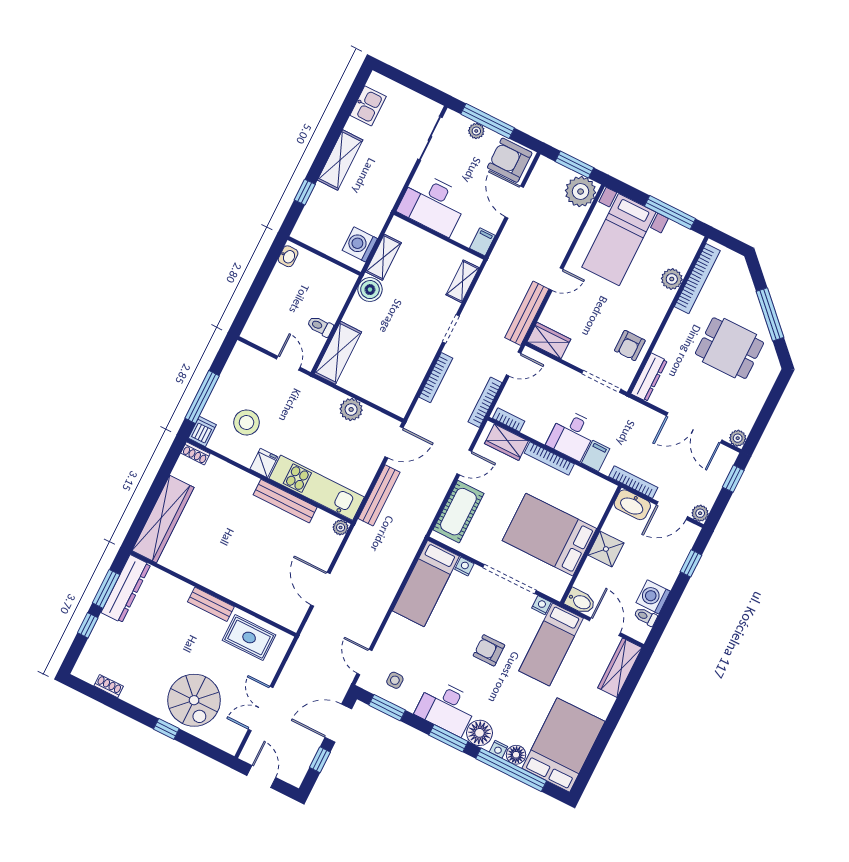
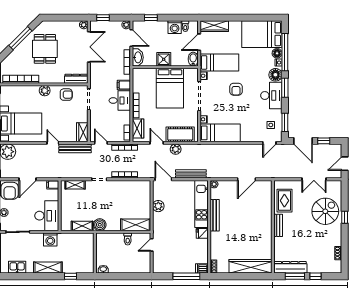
washing machine: (360, 244) -> (50, 240), moved
plant: (672, 279) -> (45, 91), moved
stool: (247, 422) -> (188, 250), removed
plant: (436, 491) -> (176, 149), added

